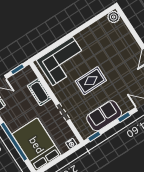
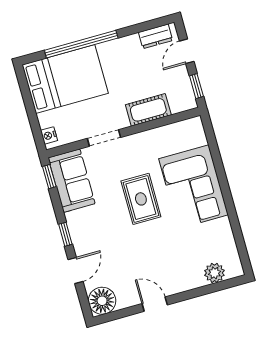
plant: (114, 17) -> (214, 273), moved
corner sofa: (63, 61) -> (193, 187), moved
sofa: (104, 116) -> (72, 181), moved

